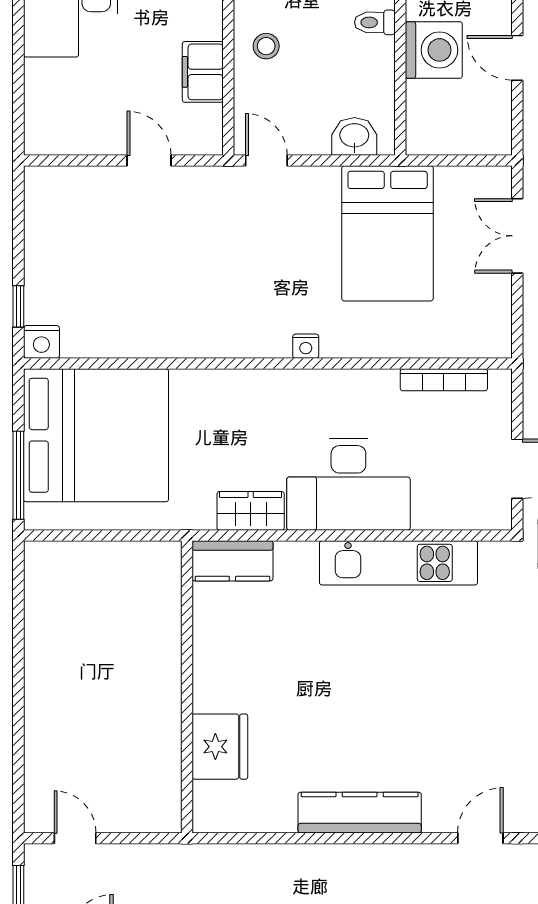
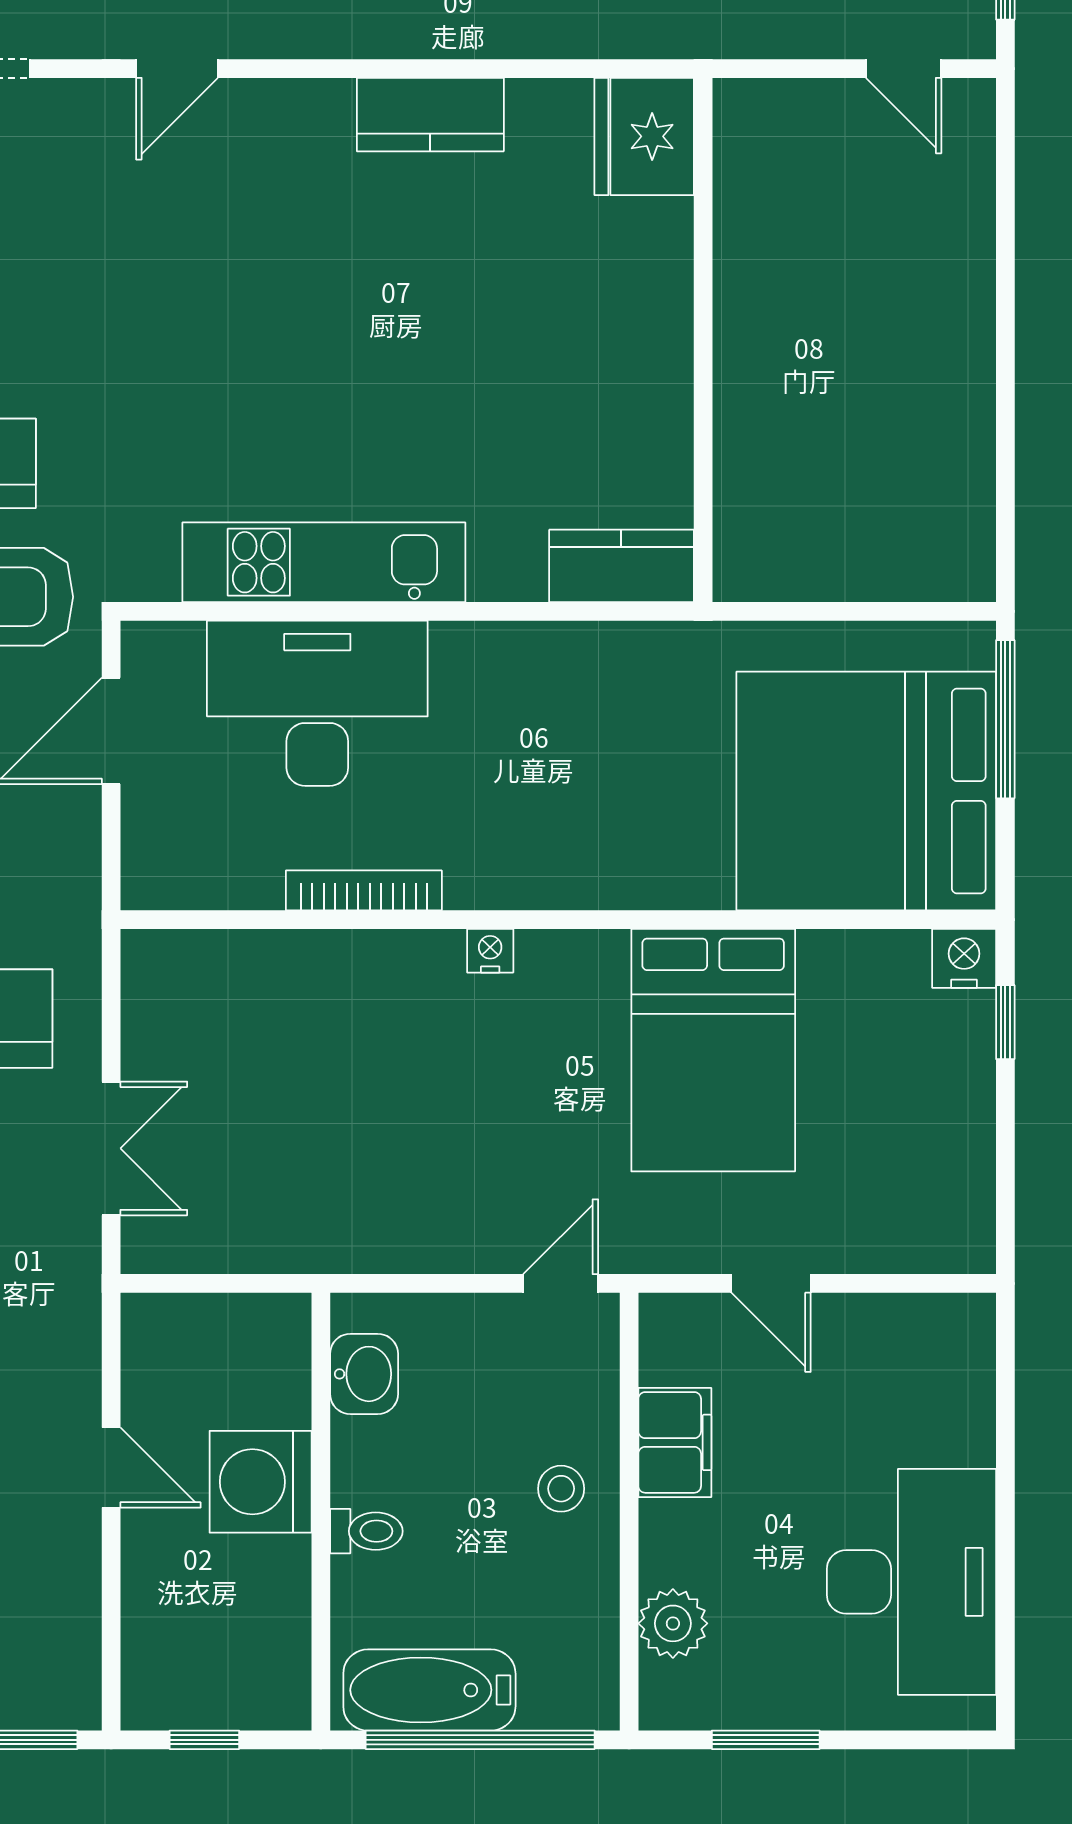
washbasin: (354, 136) -> (364, 1374), moved, turned -90
door: (266, 161) -> (561, 1283), swing flipped
bed: (388, 233) -> (713, 1050), moved, turned 180
bookcase: (444, 380) -> (364, 890), moved
desk: (348, 484) -> (317, 703), moved
wardrobe: (251, 511) -> (589, 655), removed
fridge: (220, 747) -> (644, 136), moved
kitchen counter: (360, 813) -> (430, 115), width x0.67

